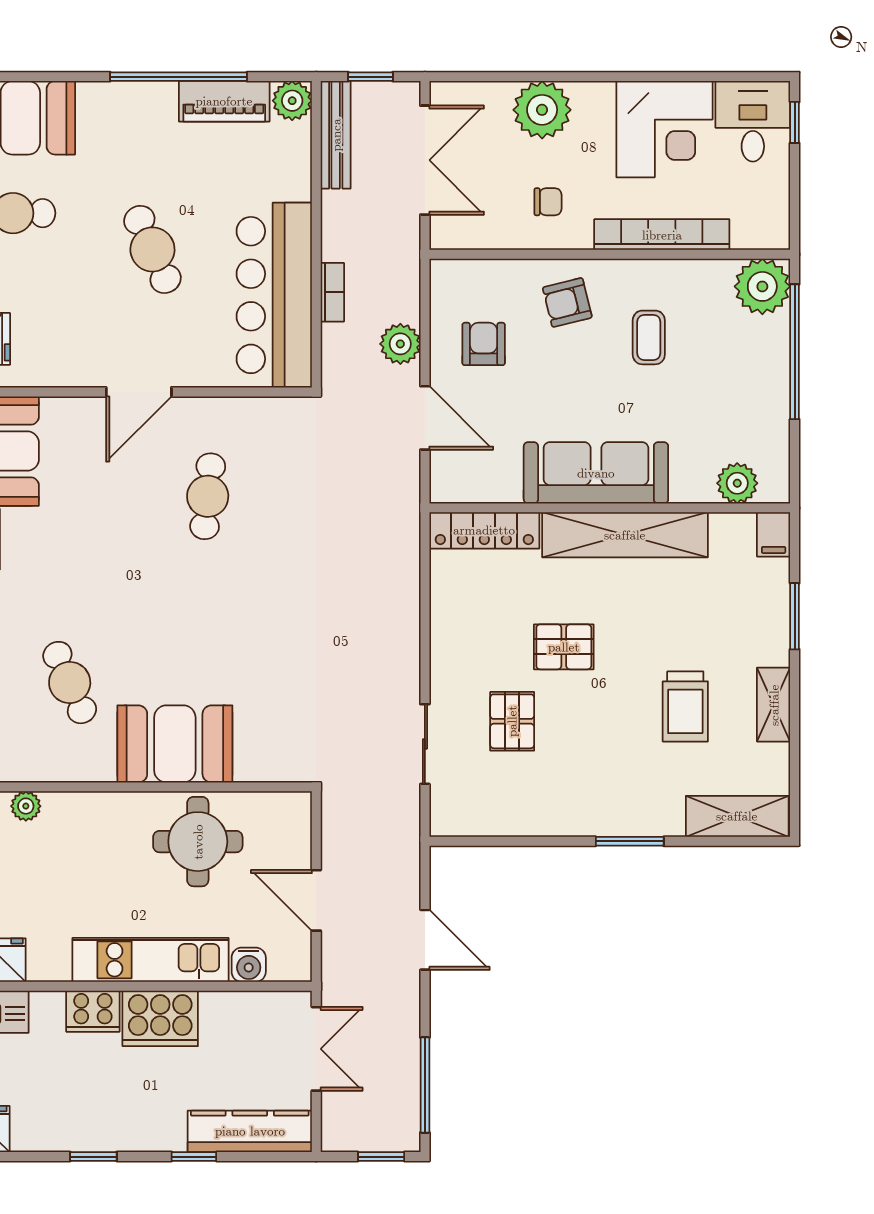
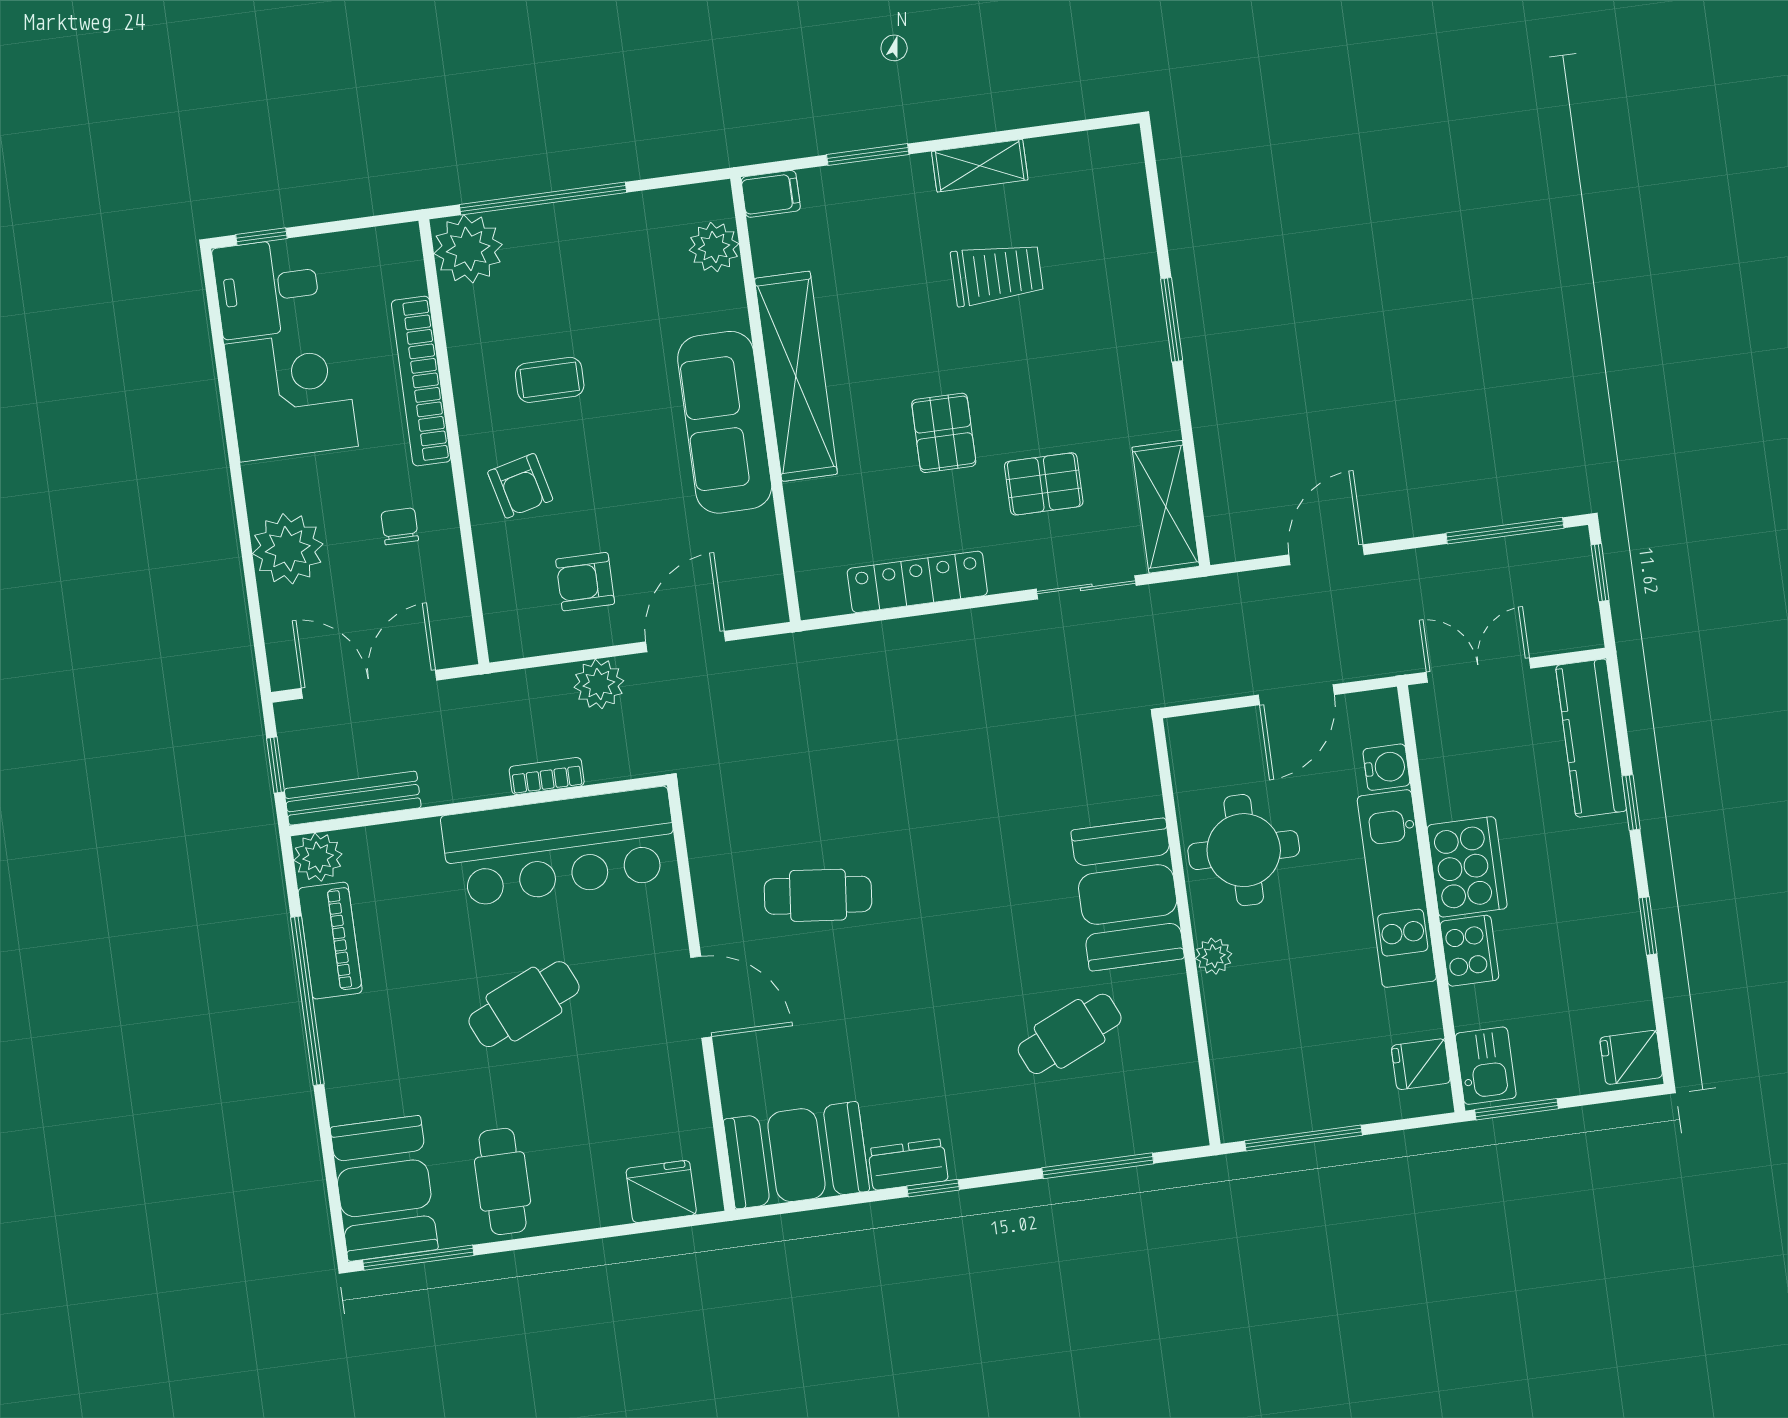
locker: (484, 530) -> (917, 582), moved, turned -90
plant: (26, 806) -> (1214, 956), moved
shelving: (737, 816) -> (1166, 507), moved

